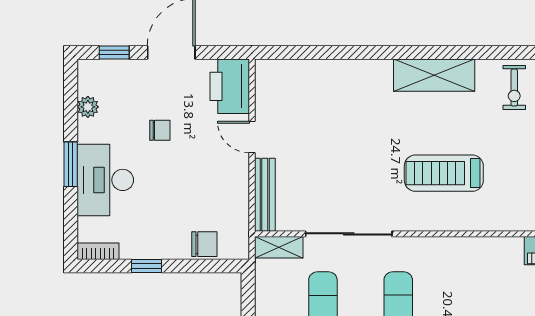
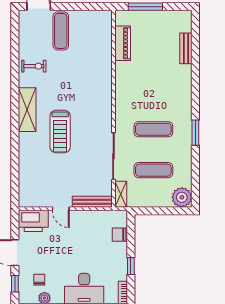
chair: (160, 130) -> (39, 280), moved
door: (252, 137) -> (61, 209), hinge flipped
treadmill: (444, 173) -> (60, 132), moved
chair: (204, 244) -> (119, 235), turned -90

